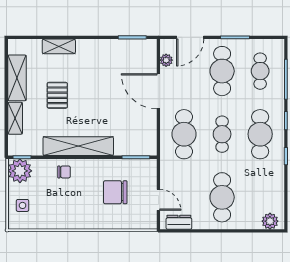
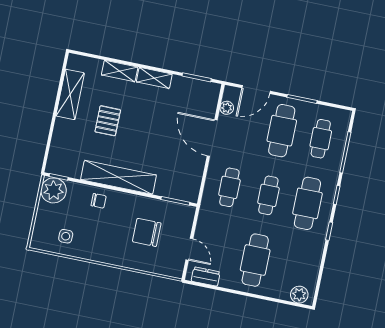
shelving: (15, 118) -> (154, 78), moved, turned 90
cafe table: (184, 134) -> (229, 187), width x0.73, depth x0.74
side table: (23, 205) -> (66, 236), moved

